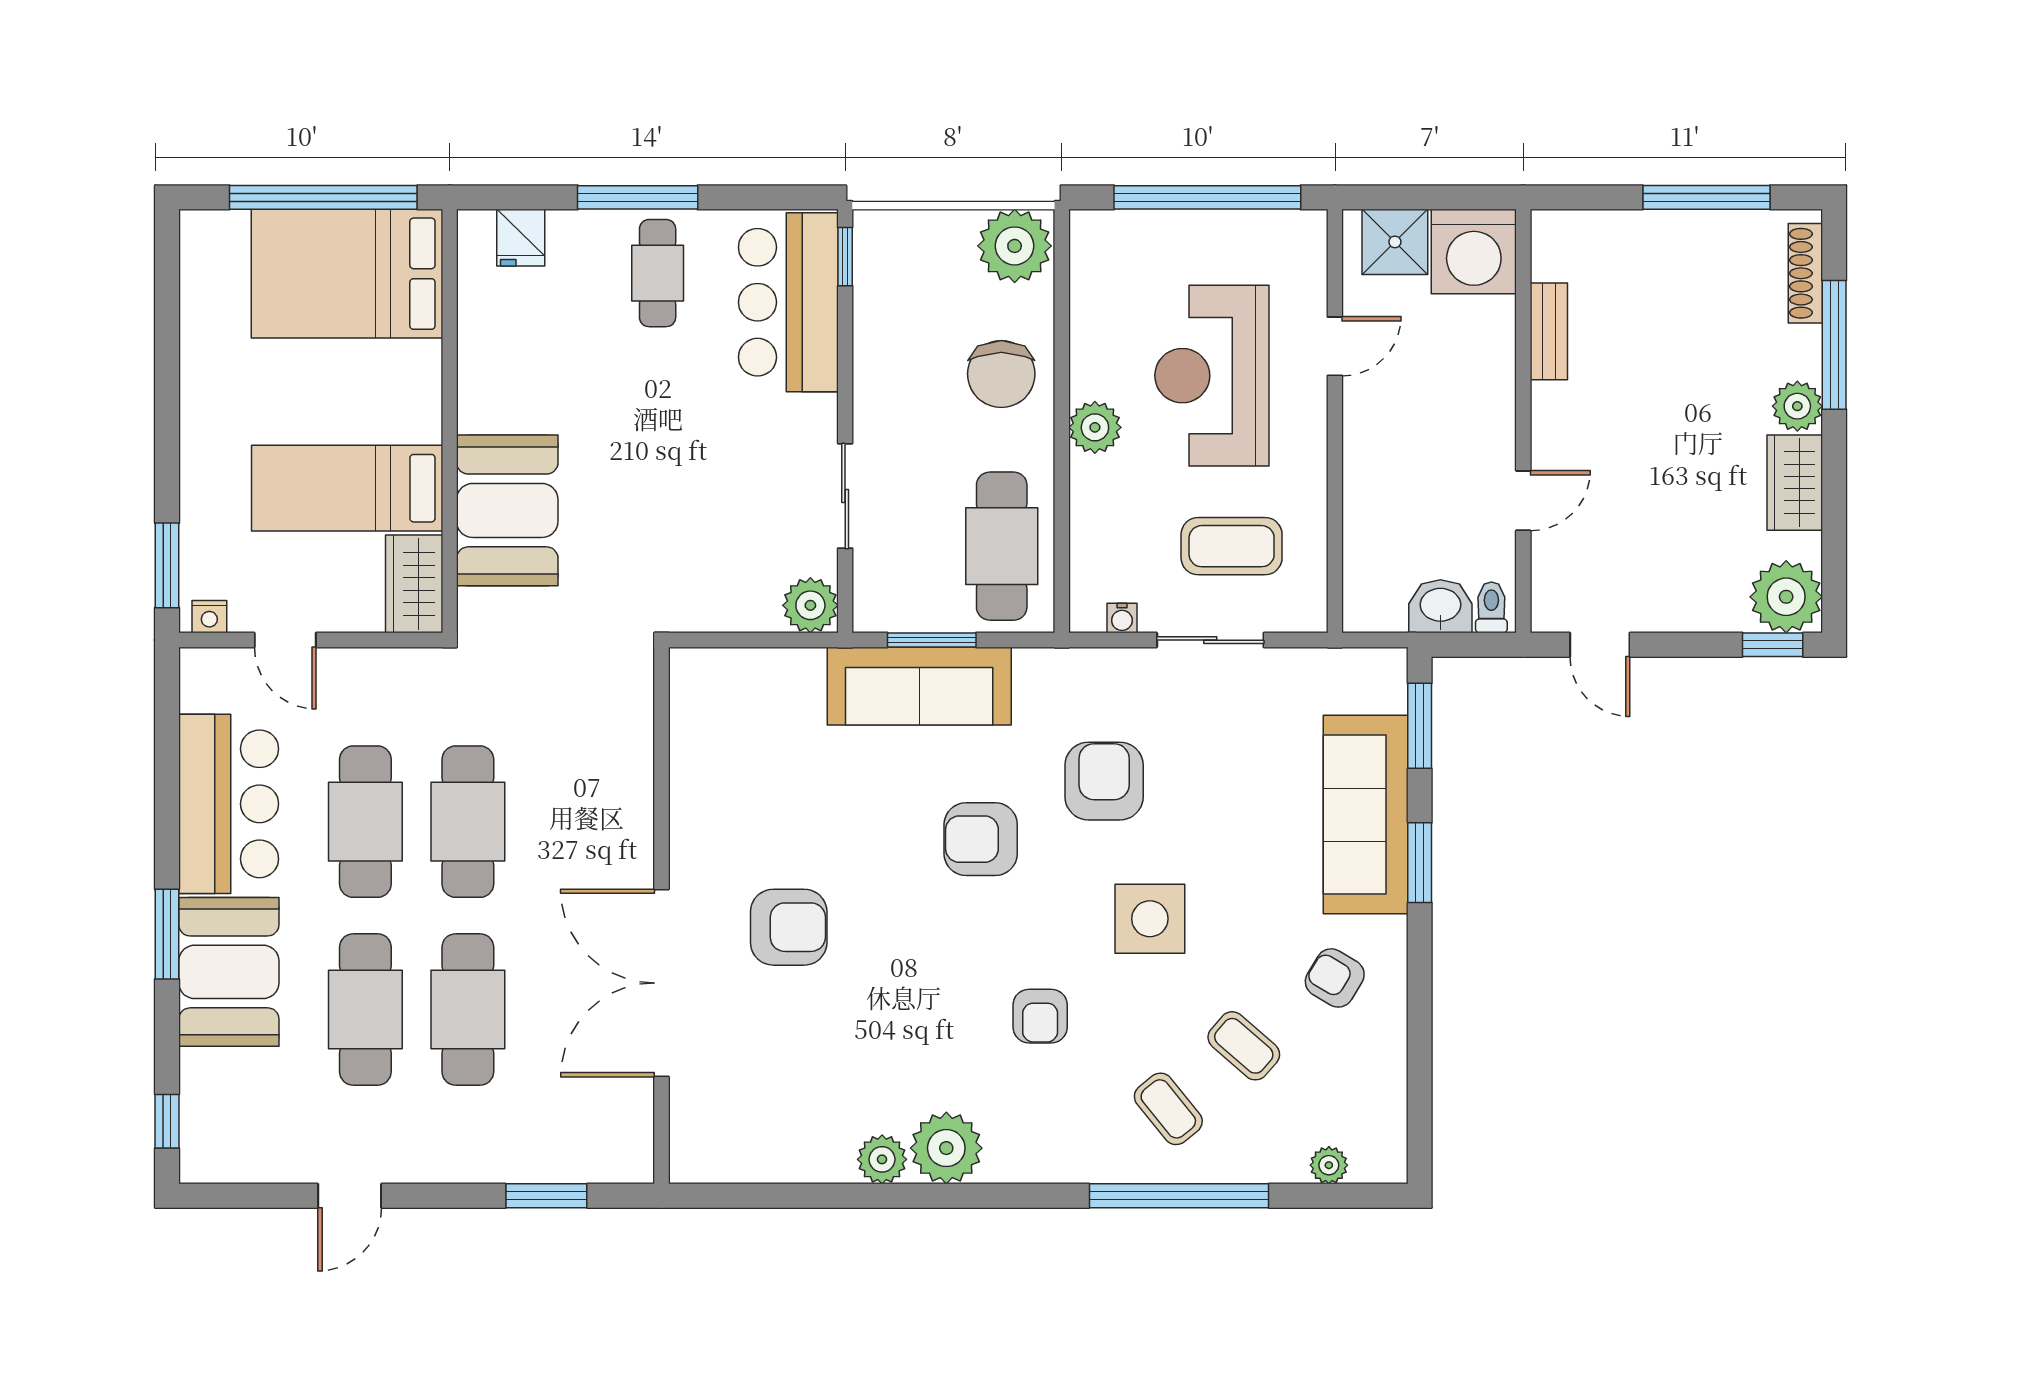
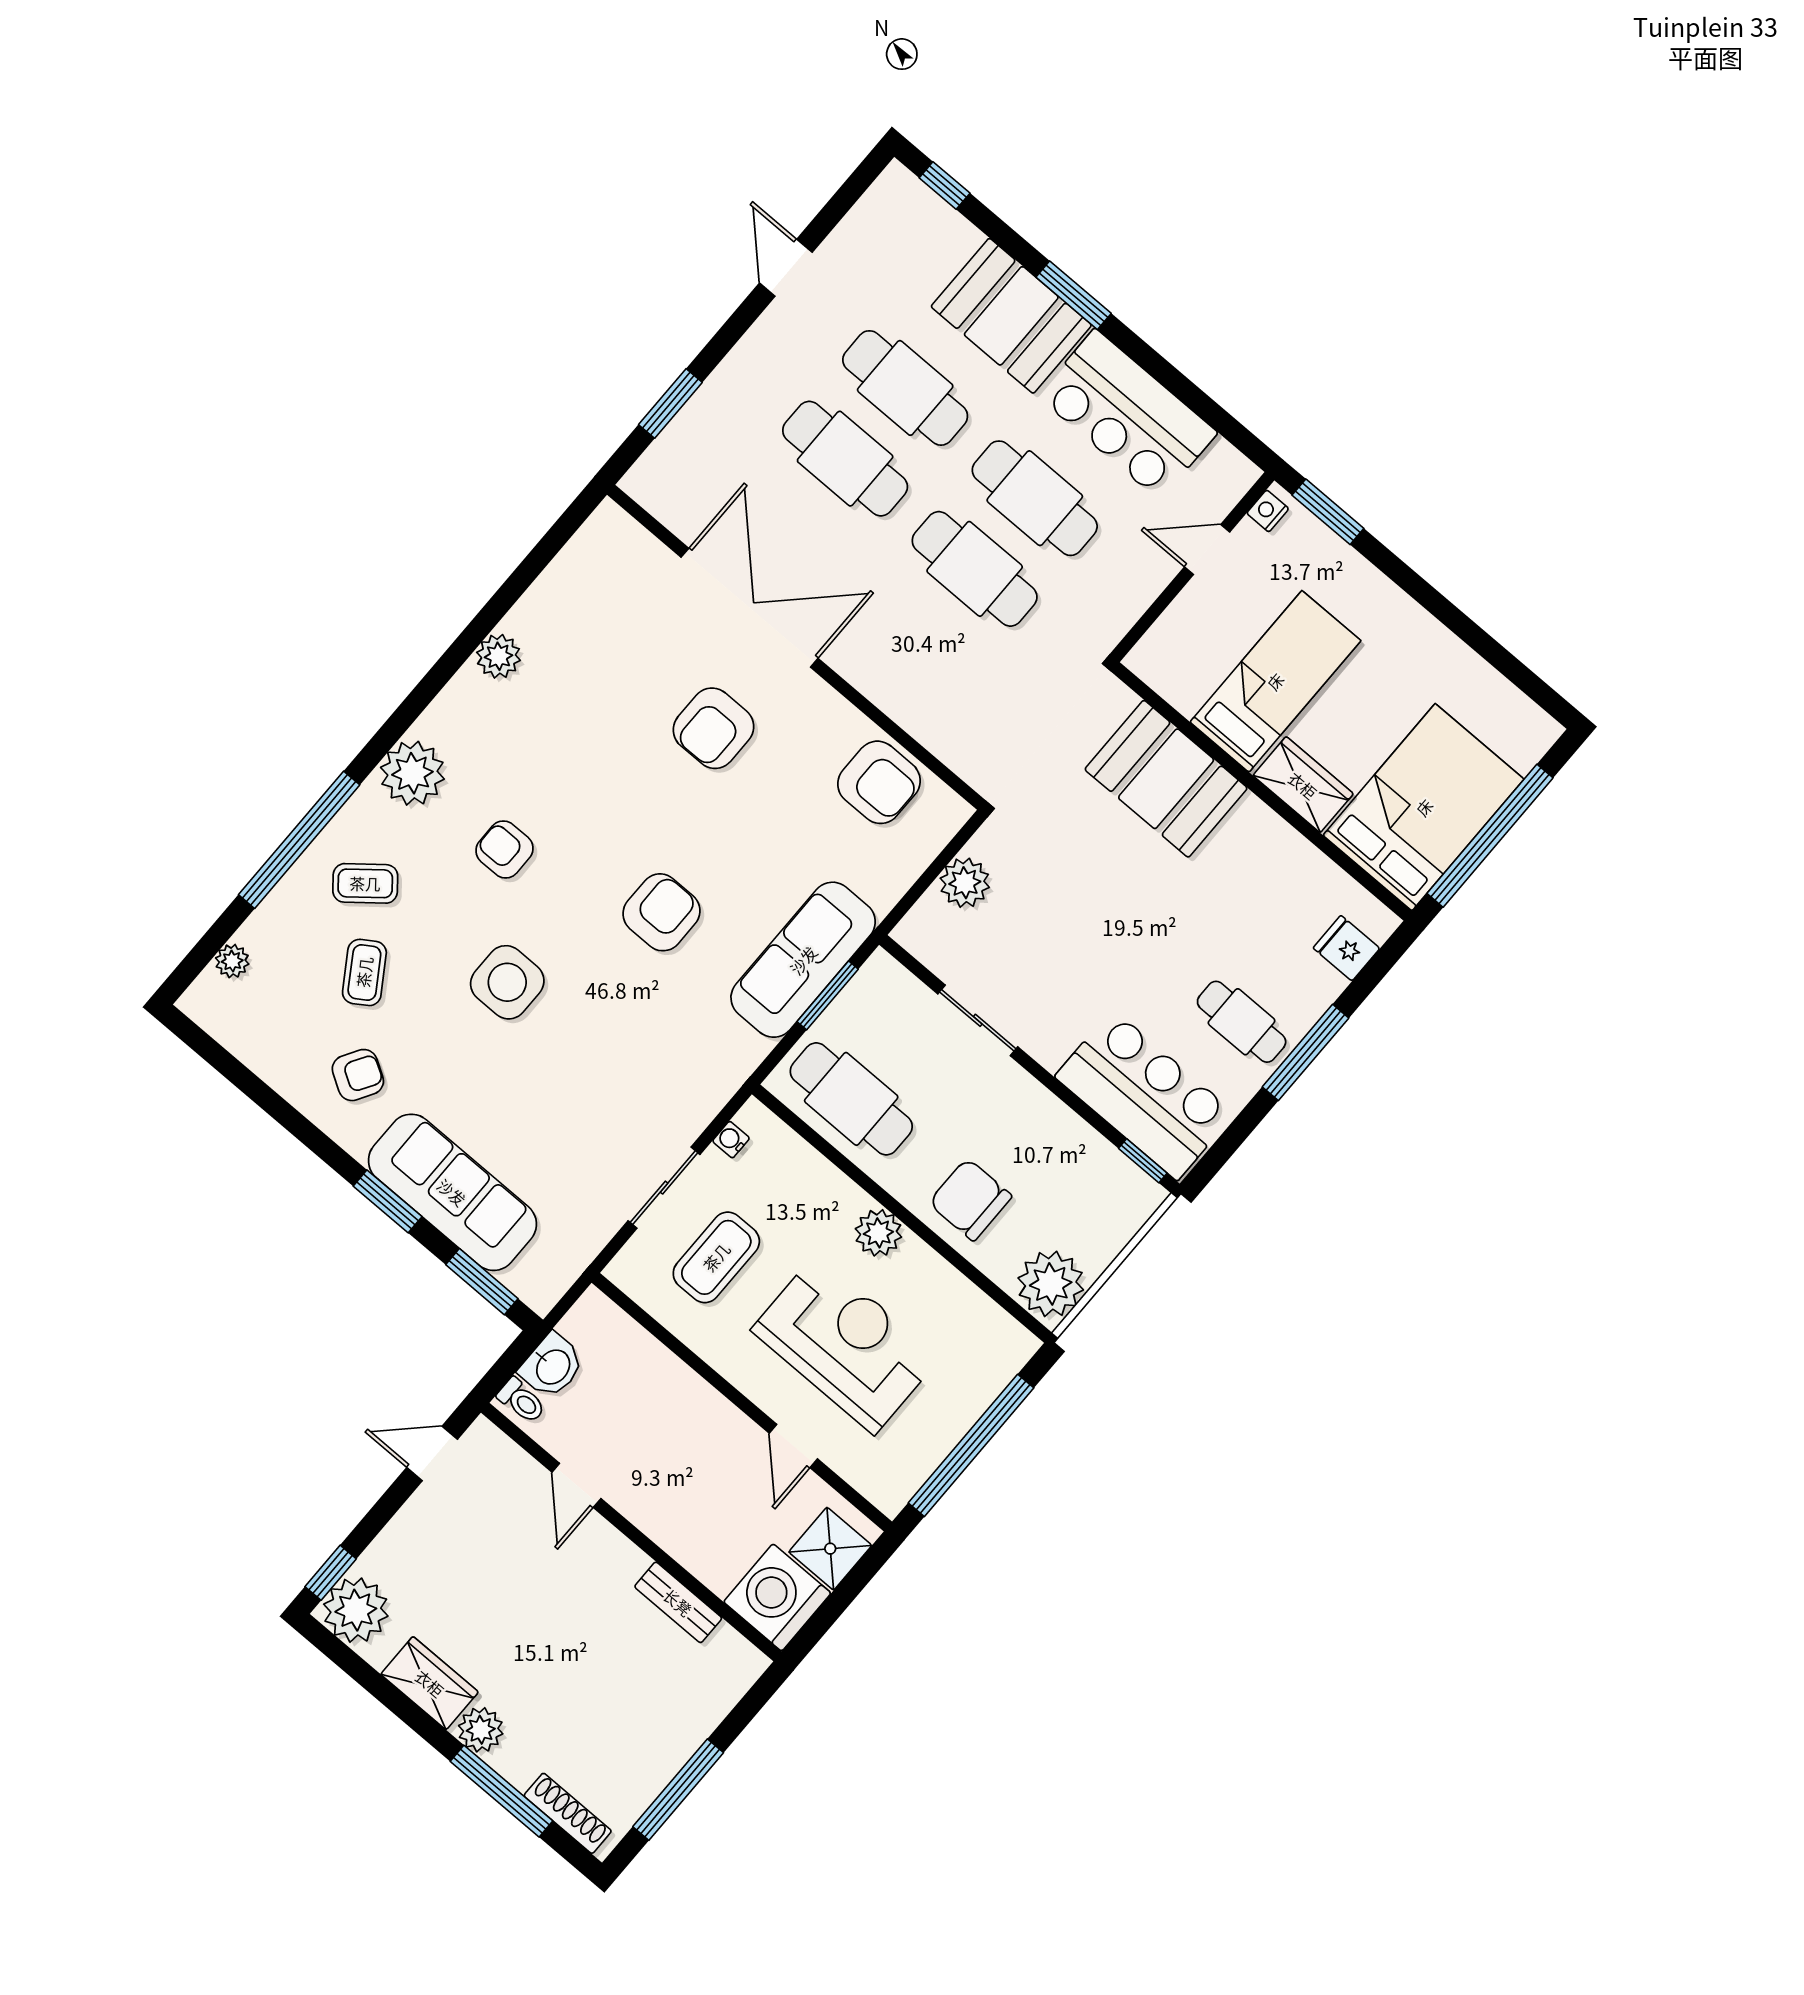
wardrobe: (414, 584) -> (1303, 785), moved
plant: (810, 605) -> (965, 883), moved
armchair: (1104, 781) -> (879, 782), moved
coffee table: (1244, 1046) -> (364, 972), turned -74
plant: (946, 1148) -> (412, 773), moved

